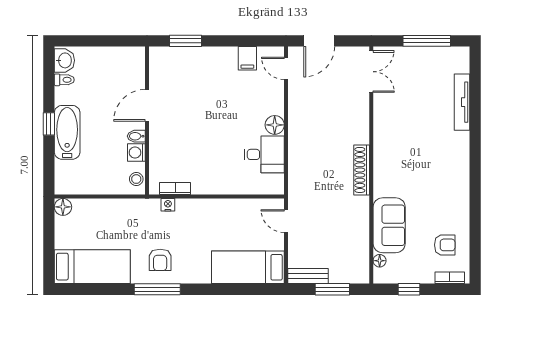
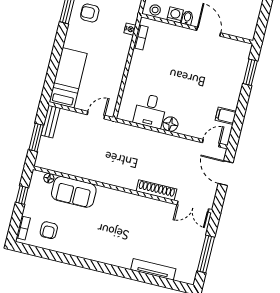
shoe rack: (362, 170) -> (156, 190), moved

